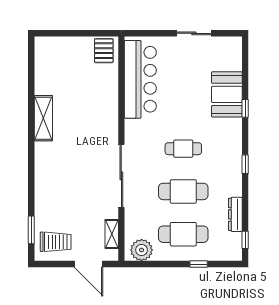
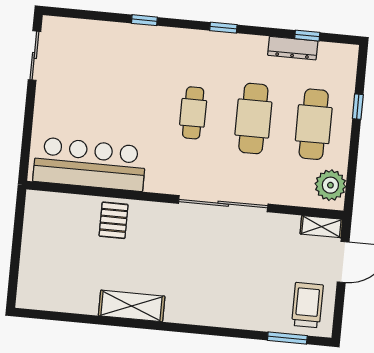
sliding door: (194, 33) -> (34, 56), moved
pallet: (104, 51) -> (114, 220), moved, turned 90
booth: (227, 94) -> (122, 44), removed
shelving: (112, 234) -> (321, 227), moved
window: (245, 240) -> (307, 36), moved

